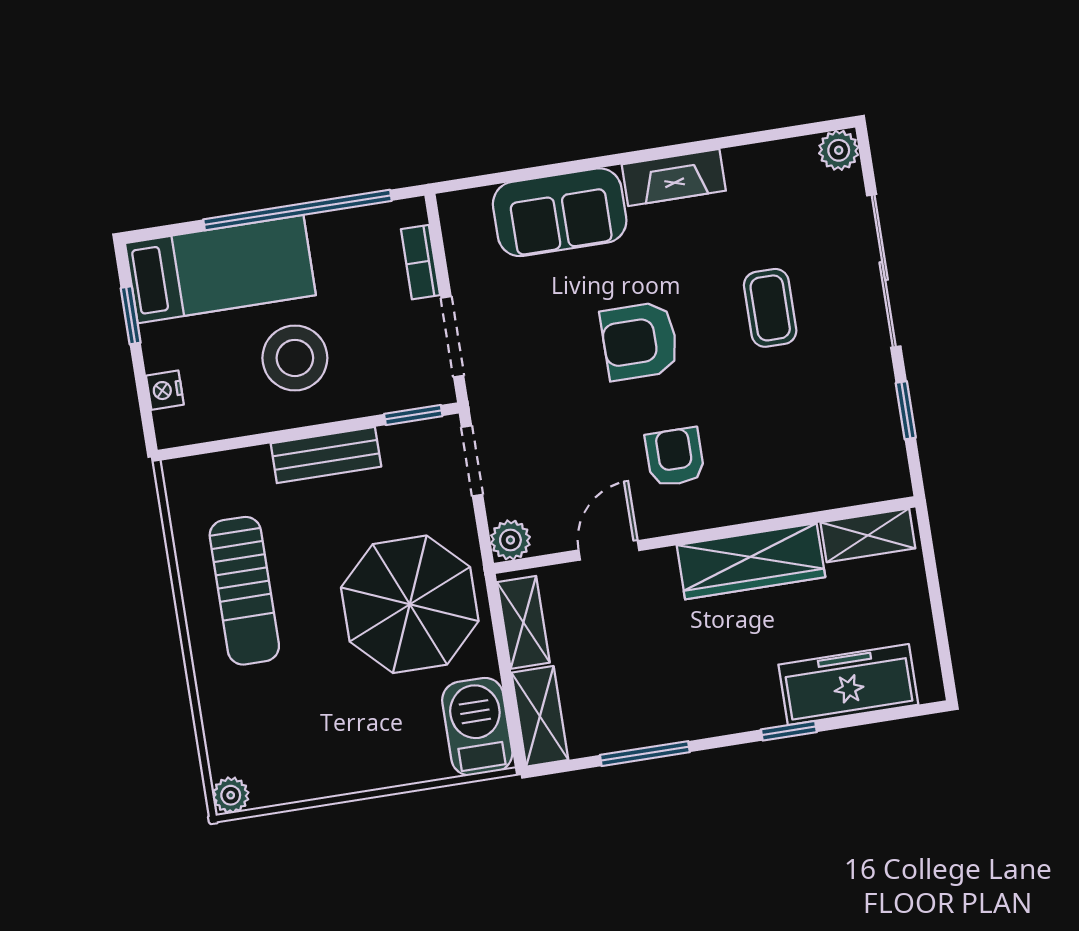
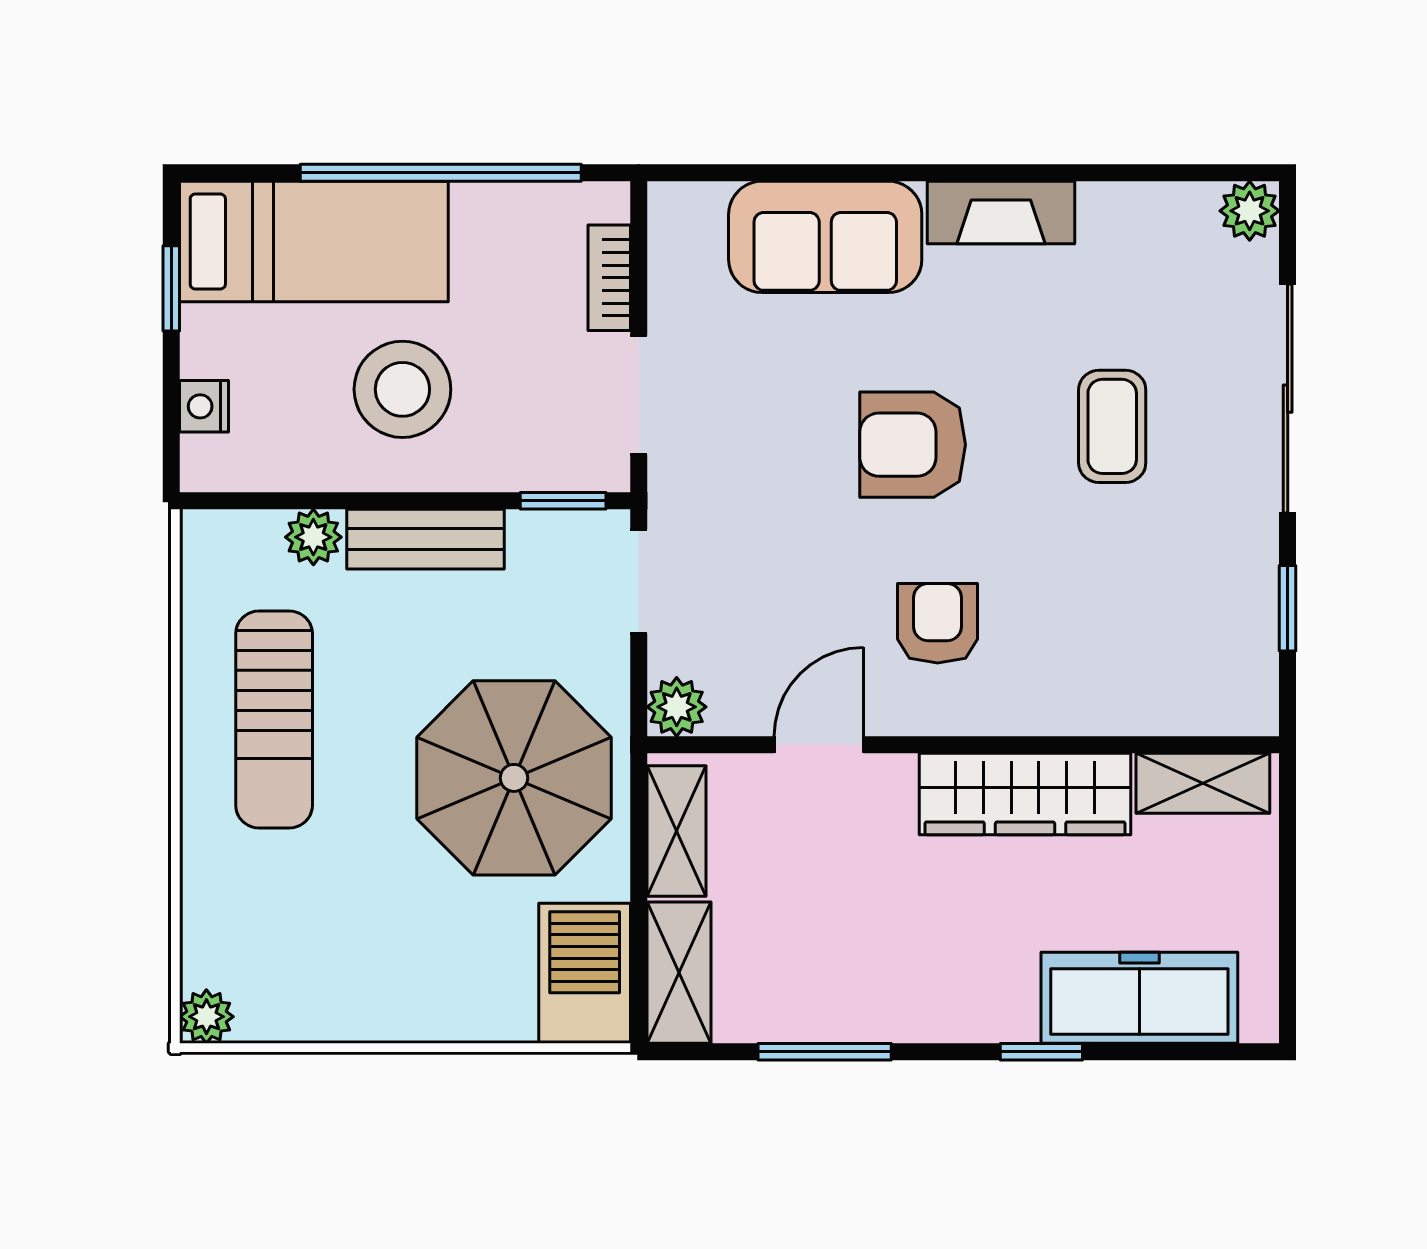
plant: (251, 465) -> (313, 537), added

